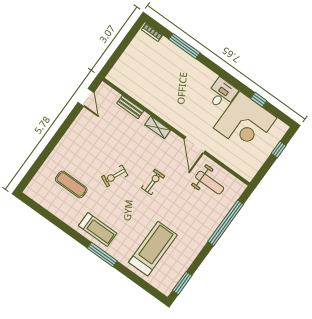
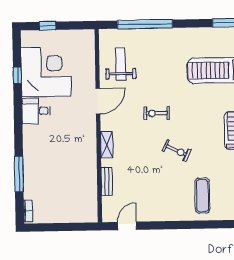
exercise mat: (71, 184) -> (202, 196), moved

